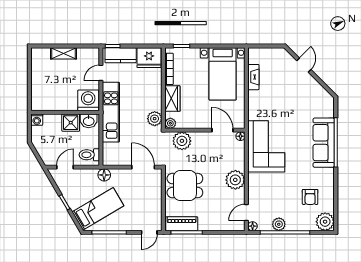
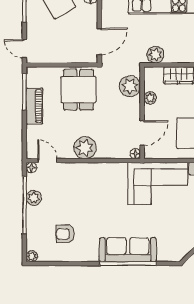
plant: (170, 123) -> (150, 98), moved
corner sofa: (266, 146) -> (158, 183), moved
plant: (325, 222) -> (32, 256), width x0.53, depth x0.53
piano: (182, 224) -> (34, 106), moved

